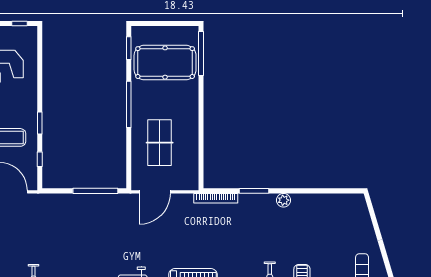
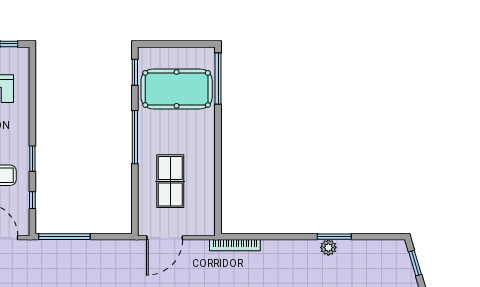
window: (95, 191) -> (64, 237), moved
window: (254, 191) -> (334, 237), moved
plant: (283, 200) -> (328, 247), moved
window: (372, 214) -> (415, 263), added

